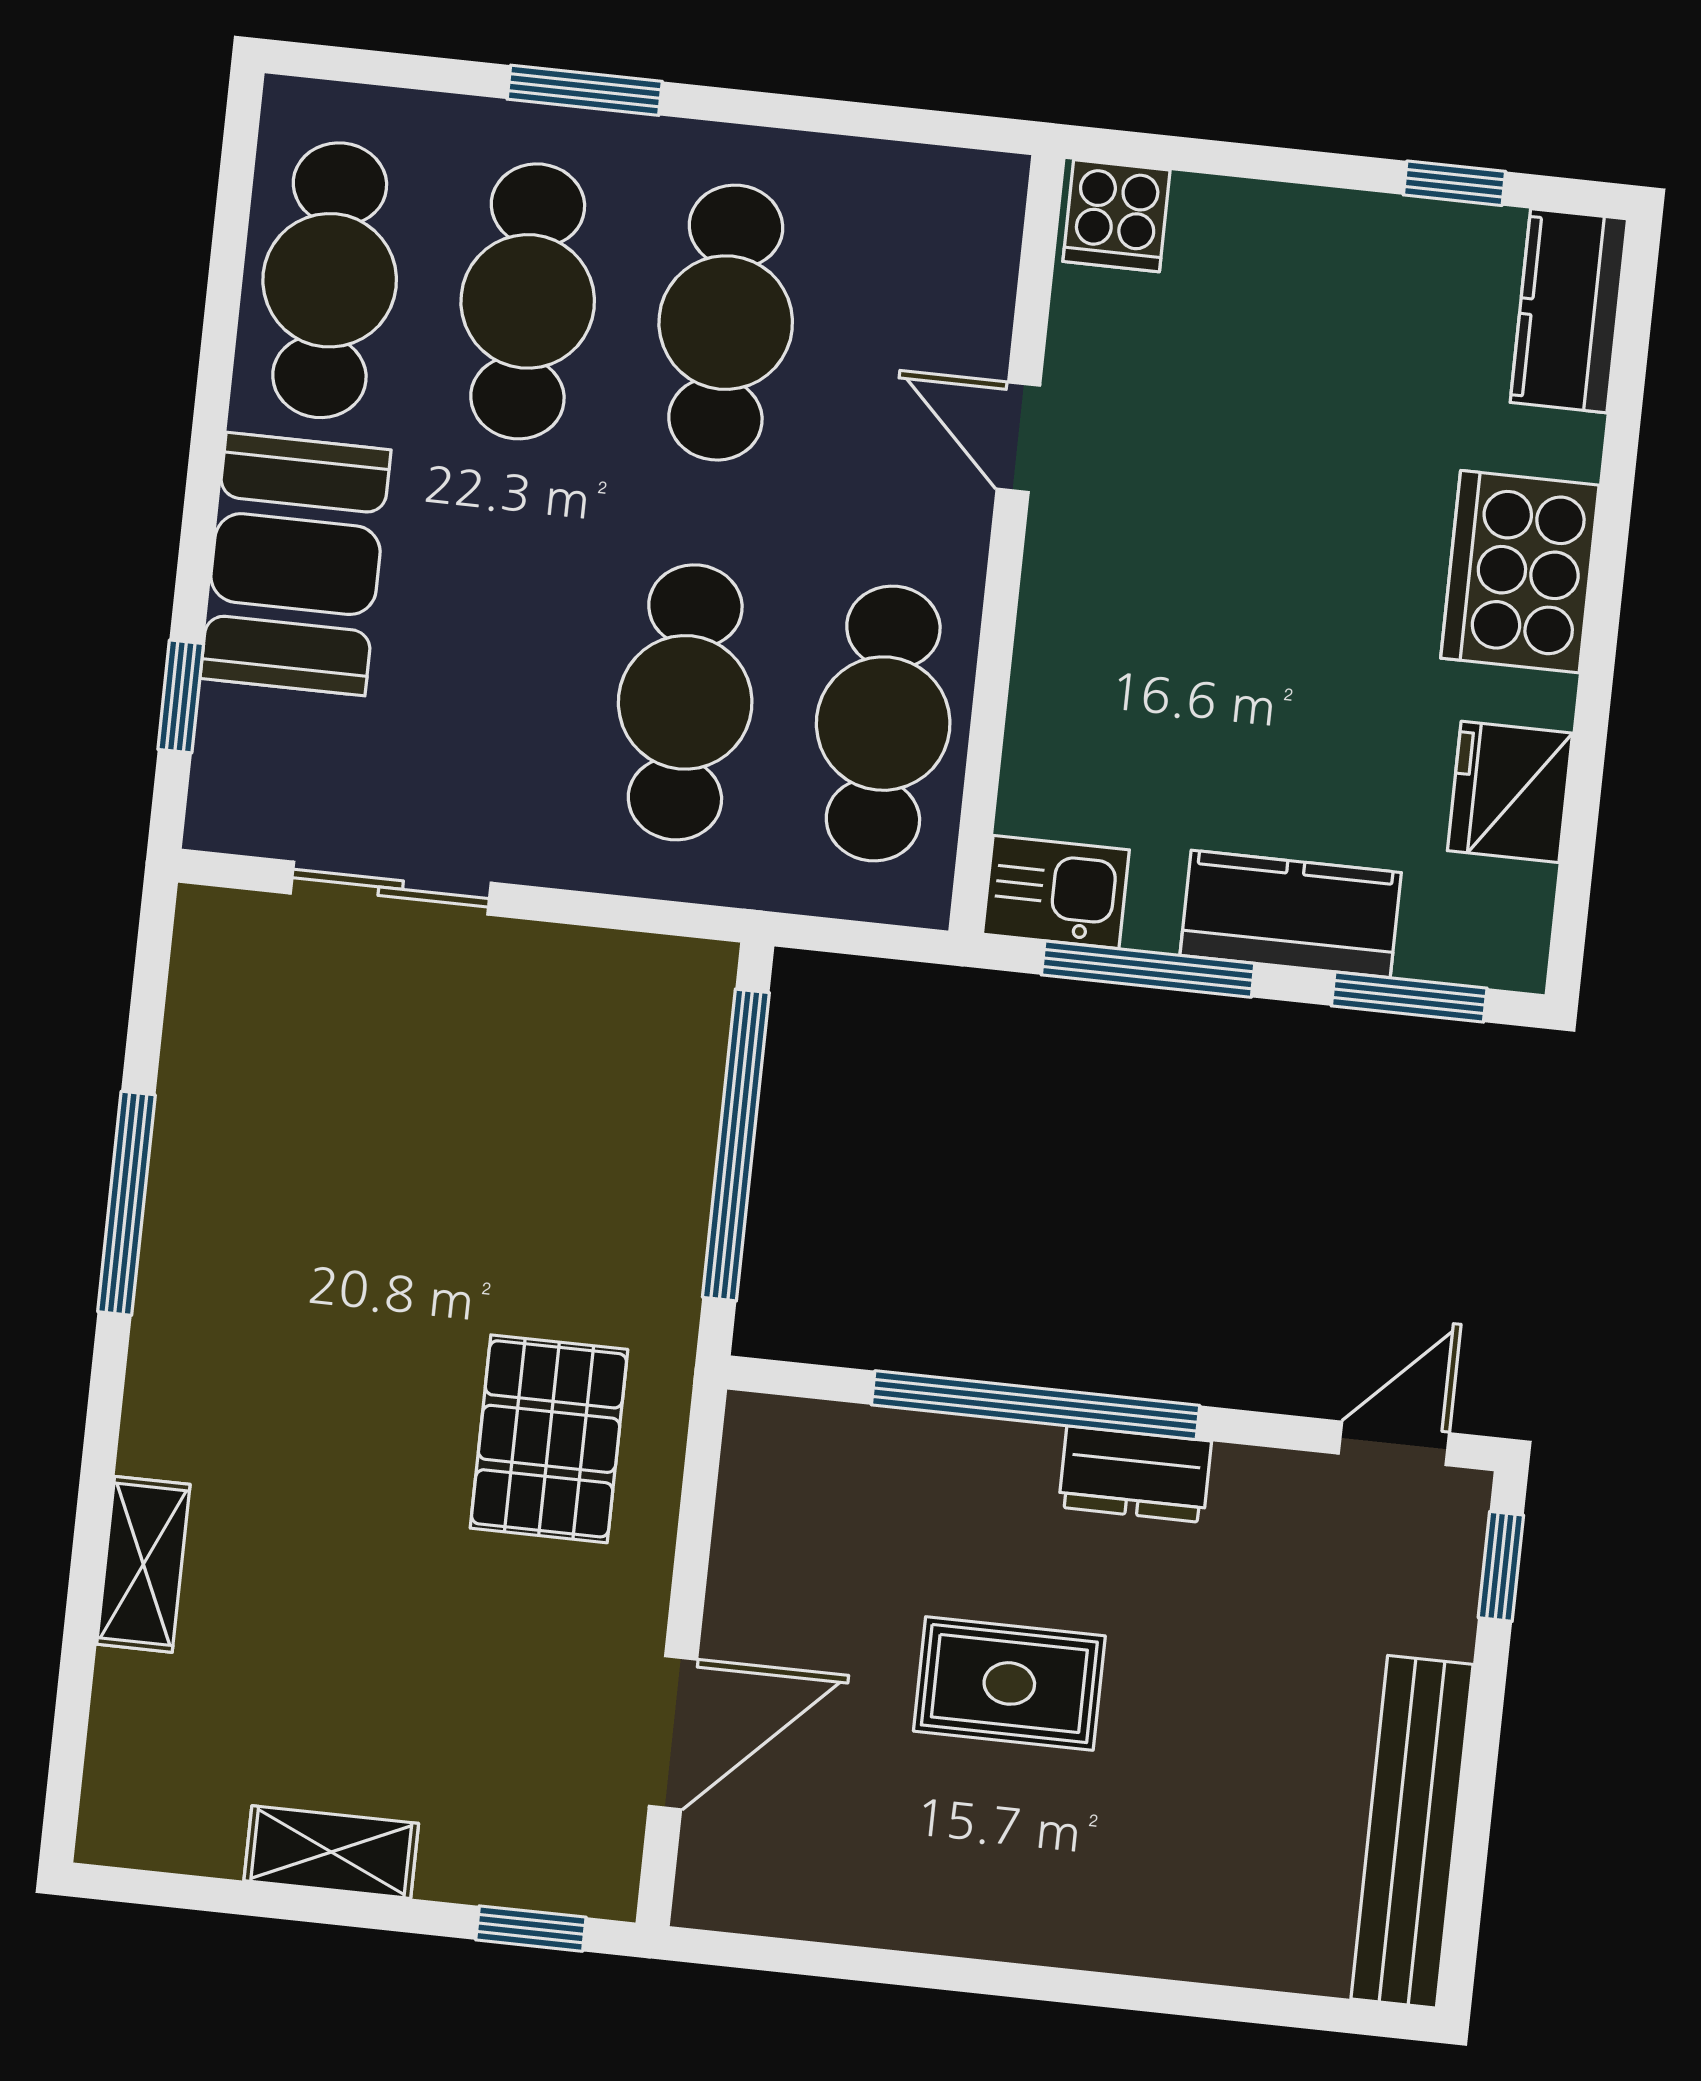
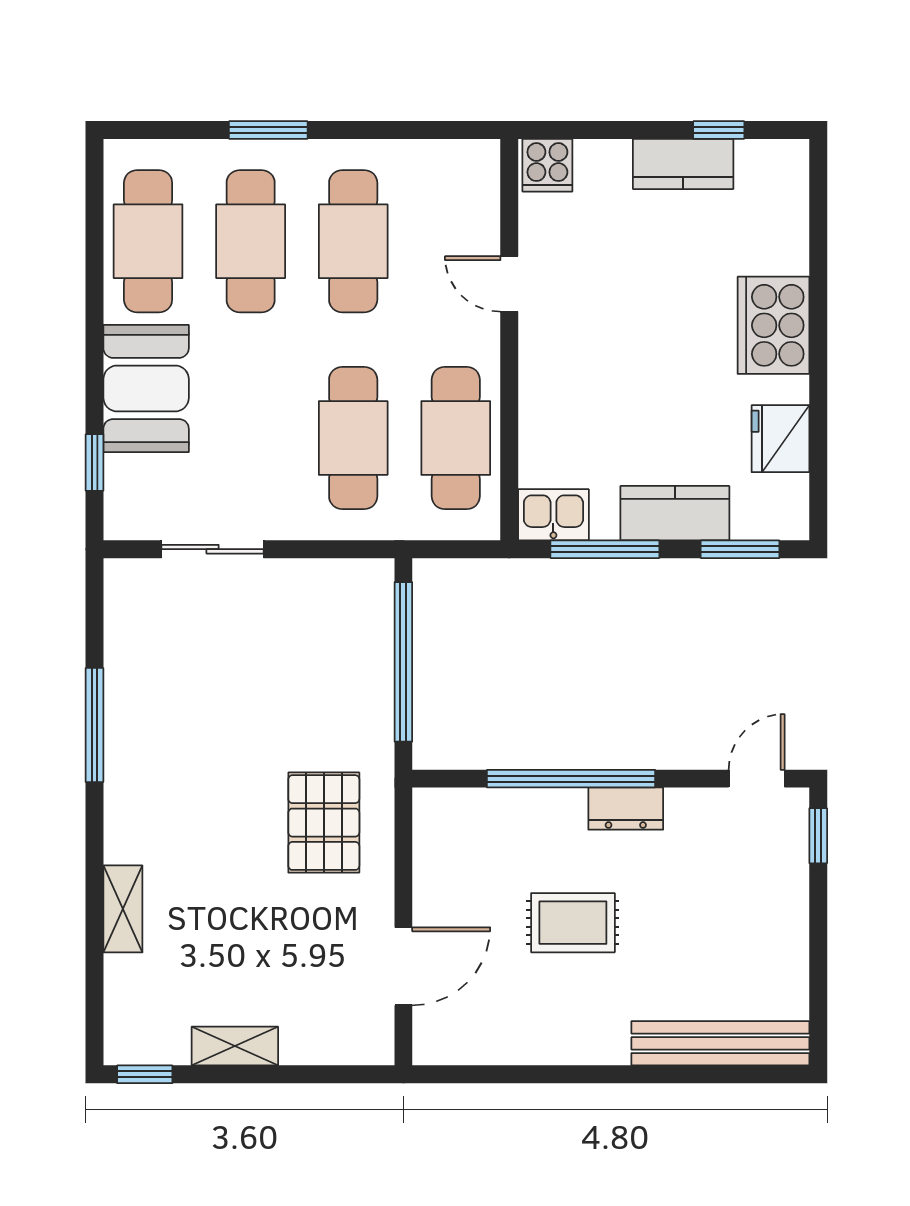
kitchen counter: (1569, 311) -> (683, 164), moved, turned -90
bench: (1412, 1832) -> (720, 1043), moved, turned 90
window: (531, 1929) -> (145, 1074), moved

